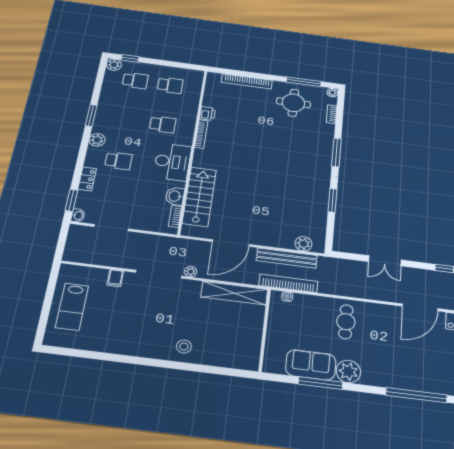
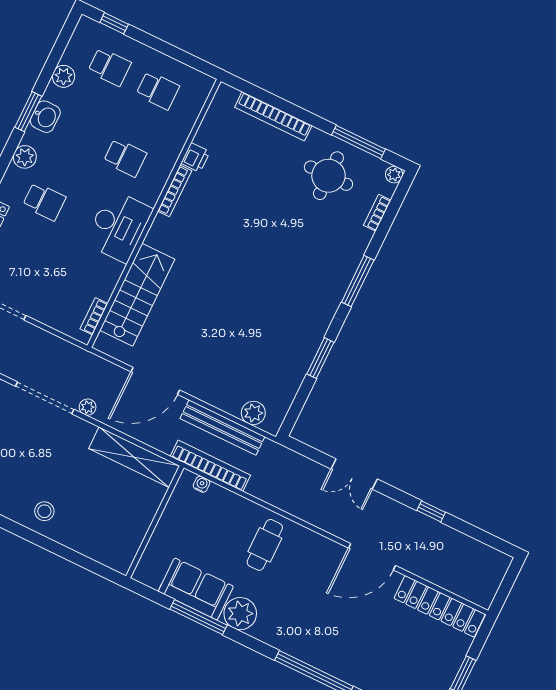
plant: (114, 65) -> (64, 76), moved
washbasin: (175, 196) -> (45, 117), moved, turned 180

